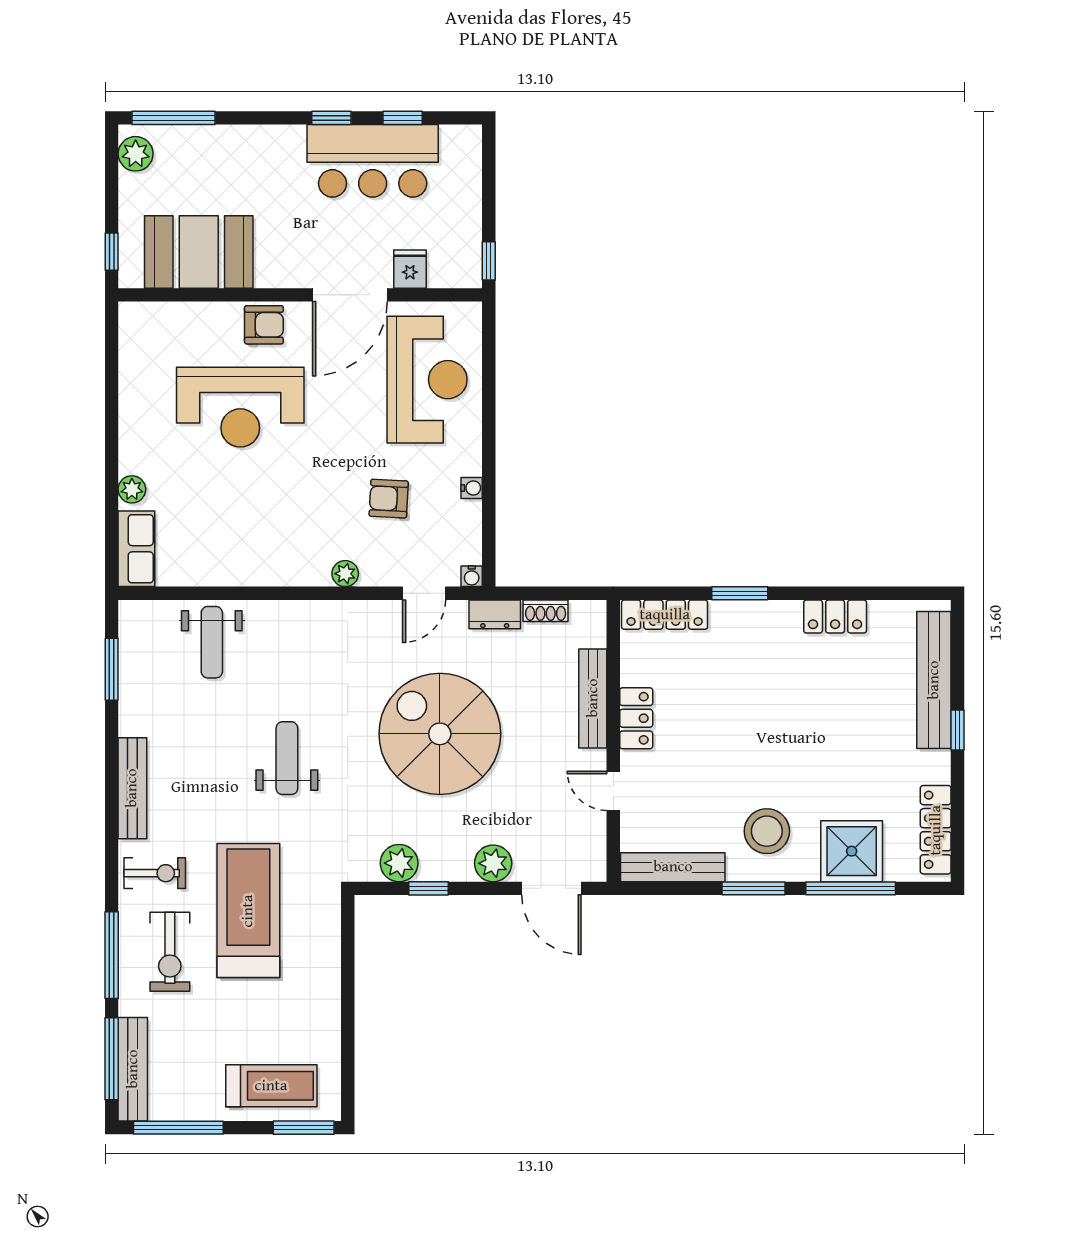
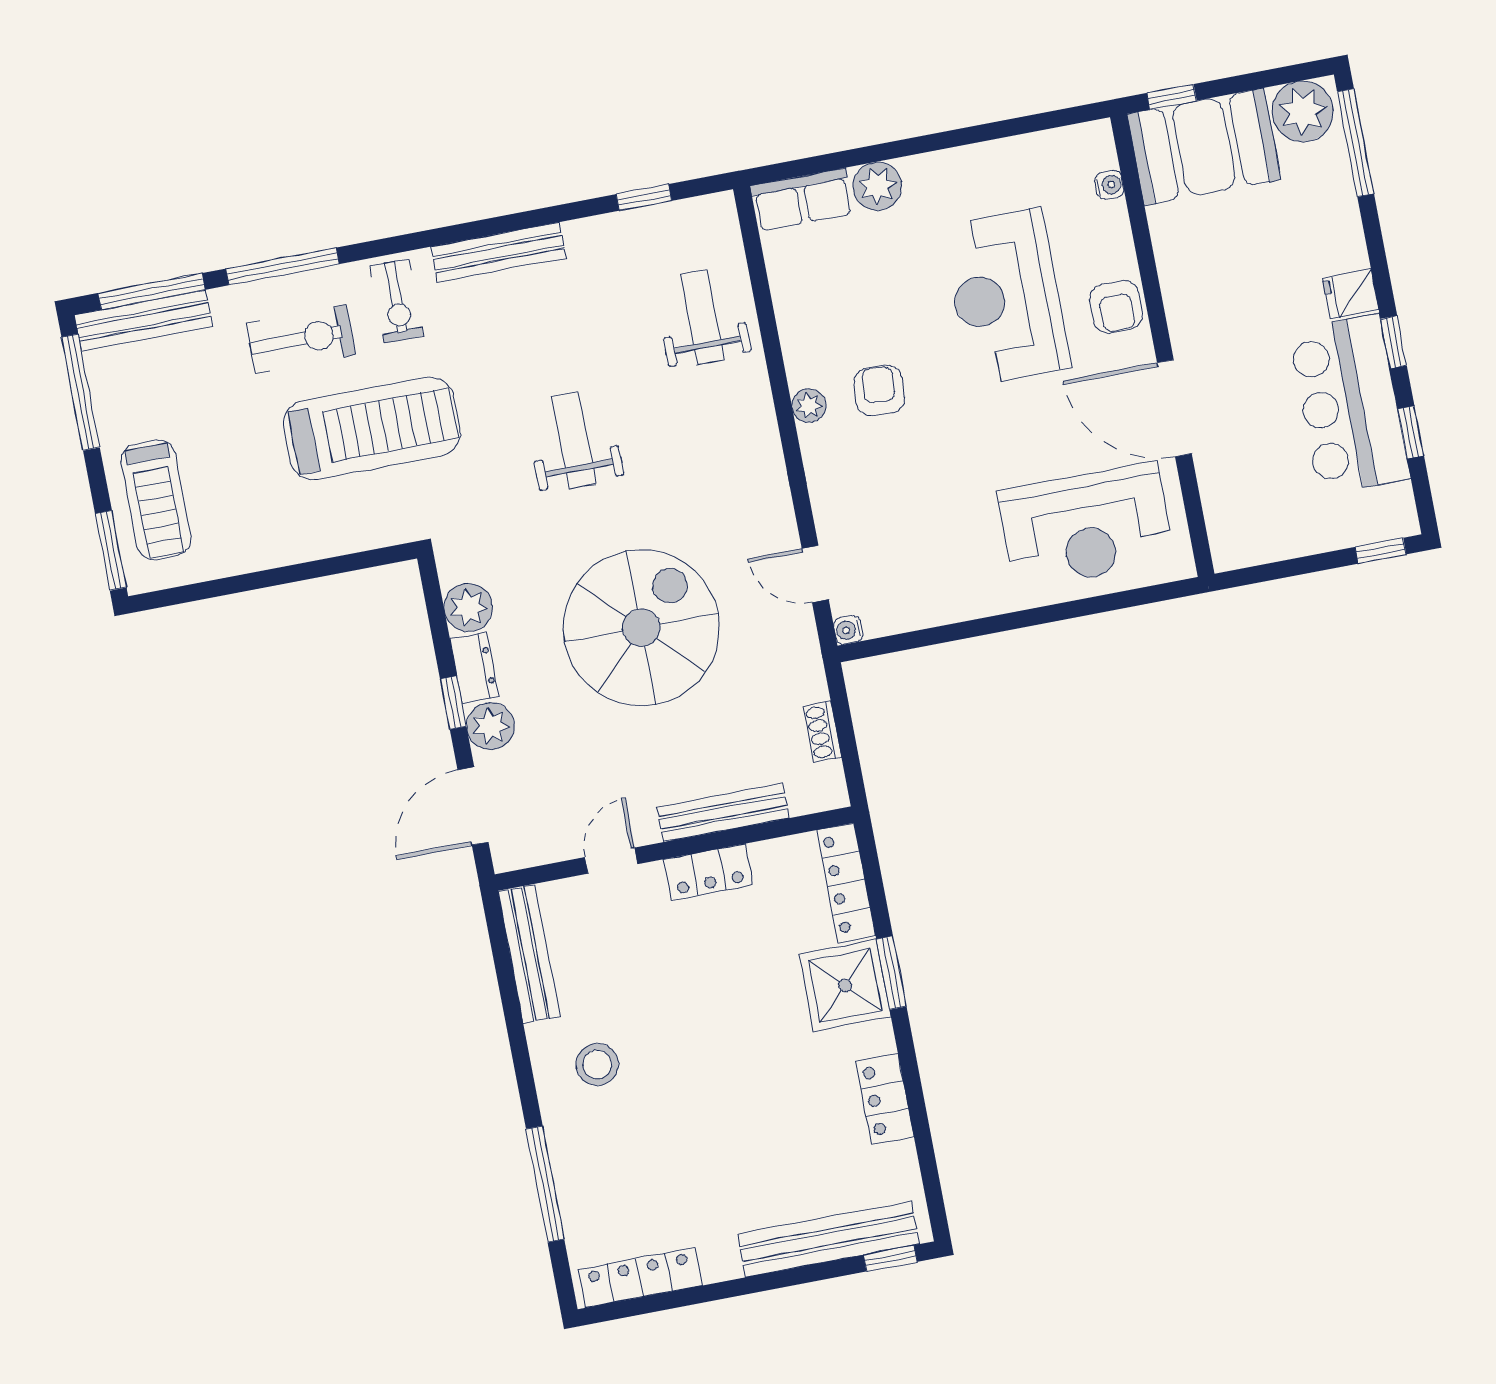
plant: (136, 154) -> (1303, 111), width x1.36, depth x1.36
booth: (199, 252) -> (1204, 147), moved, turned 90
window: (489, 261) -> (1381, 551), moved
fridge: (410, 269) -> (1351, 294), moved, turned 180
water cooler: (472, 488) -> (1109, 185), moved, turned -90
plant: (132, 489) -> (877, 186), width x1.38, depth x1.38
armchair: (389, 499) -> (879, 391), moved
plant: (345, 574) -> (809, 406), moved
dresser: (495, 614) -> (474, 668), moved, turned 180
weight bench: (212, 642) -> (702, 317), turned 90
window: (112, 669) -> (644, 197), width x0.67
window: (958, 730) -> (890, 1258), moved
weight bench: (287, 758) -> (574, 440), turned -90
stool: (767, 831) -> (597, 1064), width x0.73, depth x0.73
shower: (852, 851) -> (845, 985), moved
window: (428, 888) -> (453, 703), moved
window: (754, 888) -> (522, 1061), removed
exercise bike: (170, 952) -> (301, 339), turned 180

